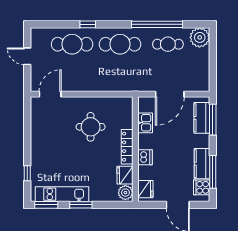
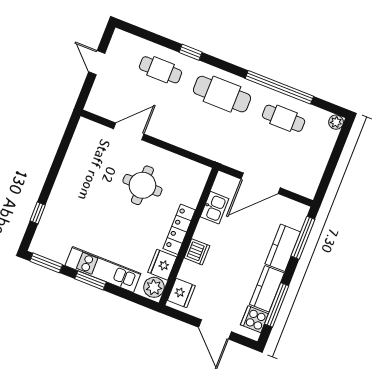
plant: (200, 37) -> (336, 122), width x0.53, depth x0.53
cafe table: (72, 44) -> (160, 70), width x0.73, depth x0.74
door: (50, 94) -> (129, 131), moved
kitchen counter: (202, 118) -> (283, 248), moved
kitchen unit: (62, 194) -> (103, 269), moved

